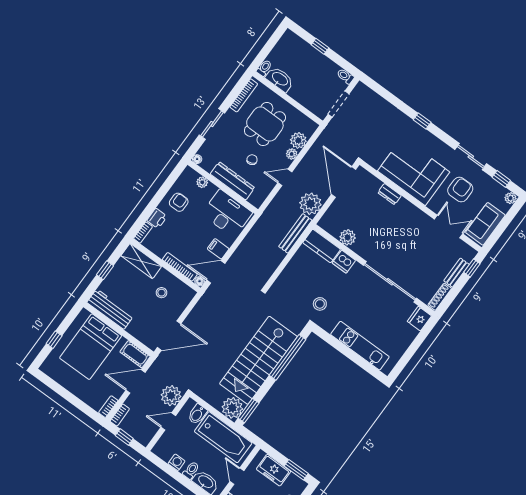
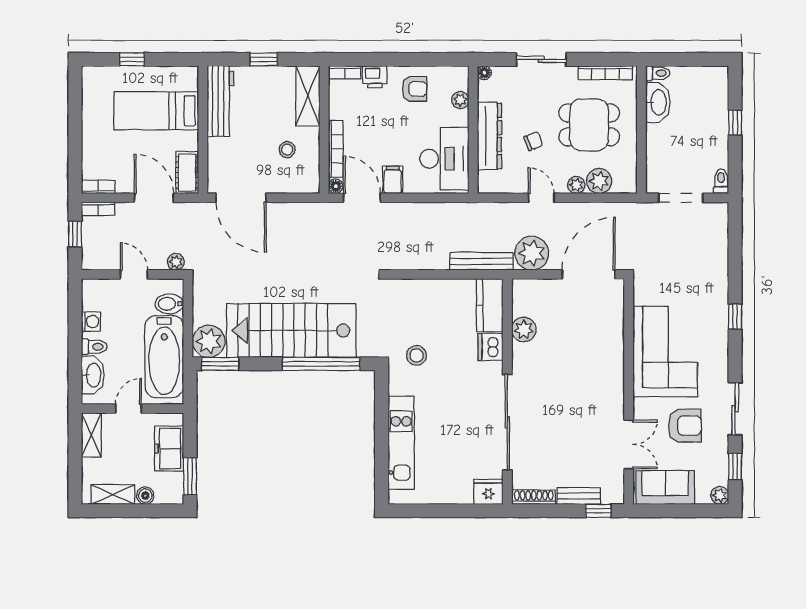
dresser: (390, 194) -> (615, 342), removed
bed: (91, 347) -> (156, 111), width x0.67
plant: (171, 396) -> (176, 262), width x0.53, depth x0.53

